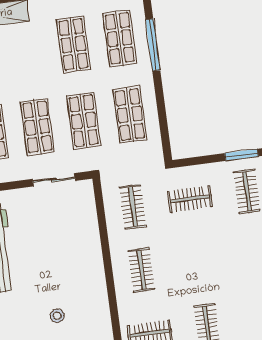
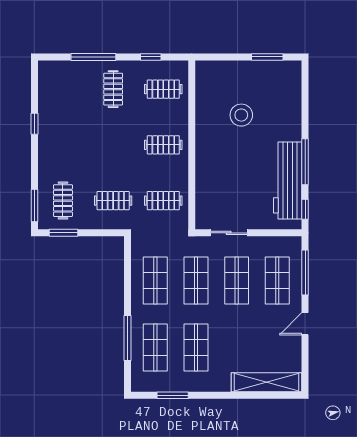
clothes rail: (133, 207) -> (163, 201), turned 90
clothes rail: (141, 270) -> (163, 145), turned 90
stool: (57, 316) -> (241, 115), width x1.89, depth x1.89

